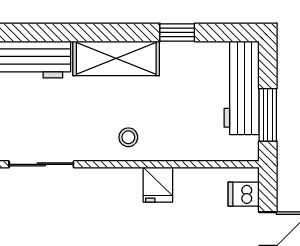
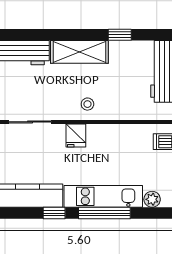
fridge: (158, 185) -> (76, 135), moved

